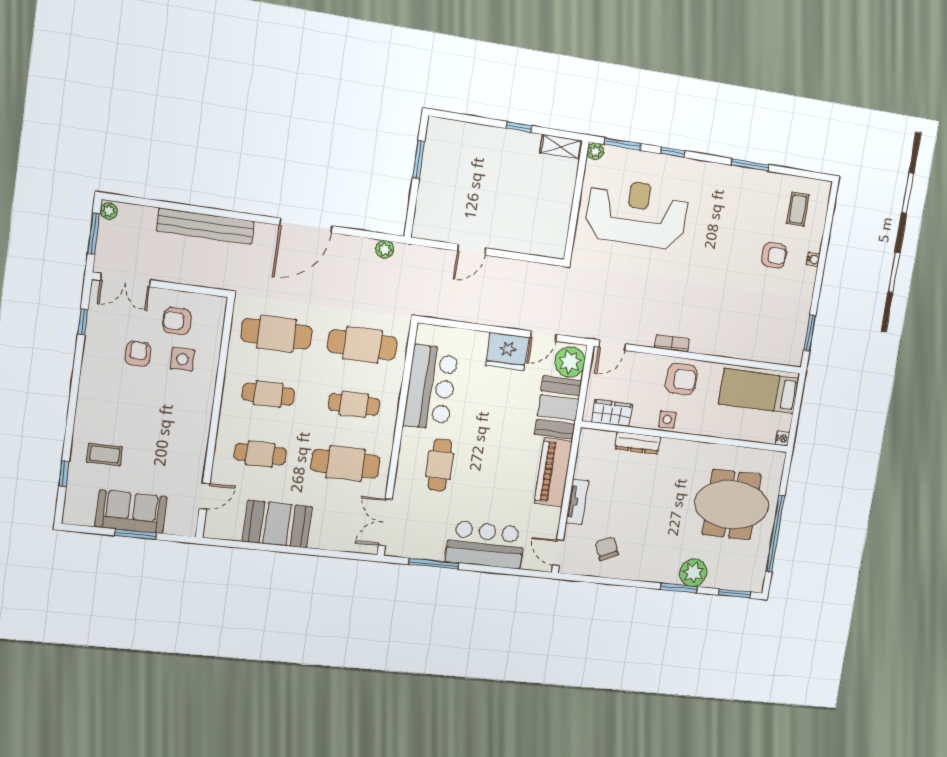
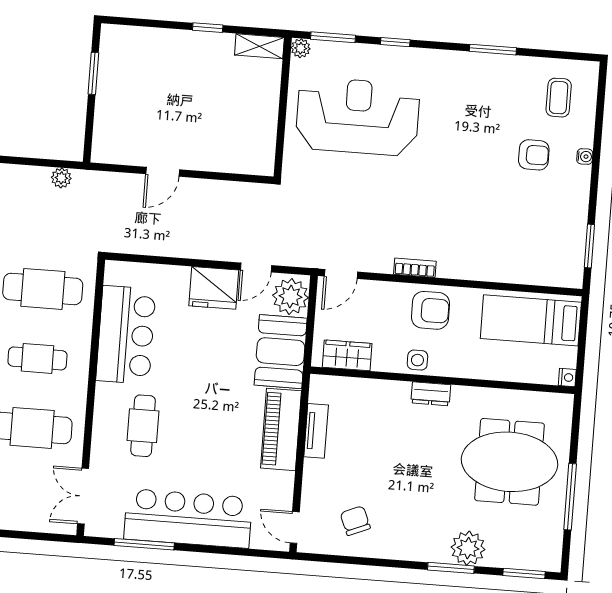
dresser: (638, 443) -> (431, 394), moved, width x0.70
tv unit: (577, 502) -> (316, 431), moved
window: (775, 534) -> (570, 497), width x0.68
bar counter: (485, 545) -> (188, 518), width x1.36

